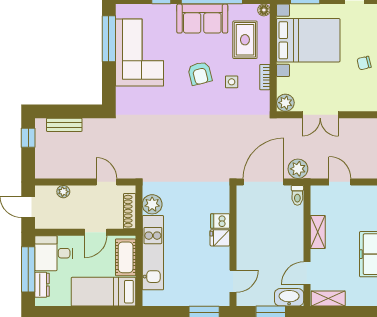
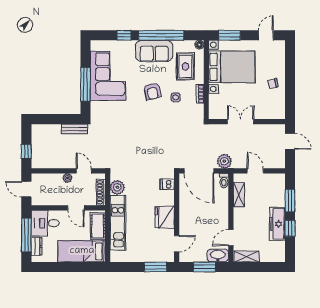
window: (109, 39) -> (86, 84), moved
plant: (285, 103) -> (215, 113), removed
double door: (320, 115) -> (241, 122), swing flipped
bench: (64, 125) -> (74, 129), moved
window: (28, 138) -> (26, 152), moved
door: (263, 182) -> (199, 171), swing flipped
plant: (63, 192) -> (68, 178), moved
dishwasher: (220, 221) -> (167, 184), moved
door: (96, 232) -> (76, 208), hinge flipped
shelving: (318, 232) -> (239, 195), moved
fridge: (220, 238) -> (165, 217), width x1.88, depth x1.34

